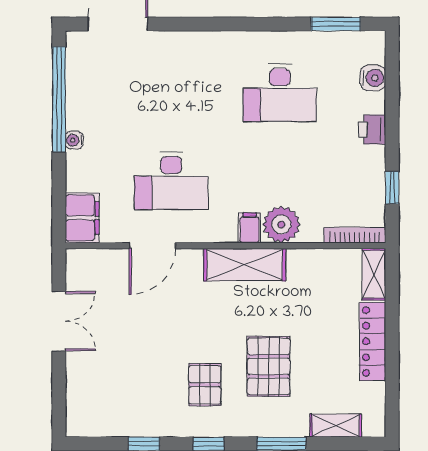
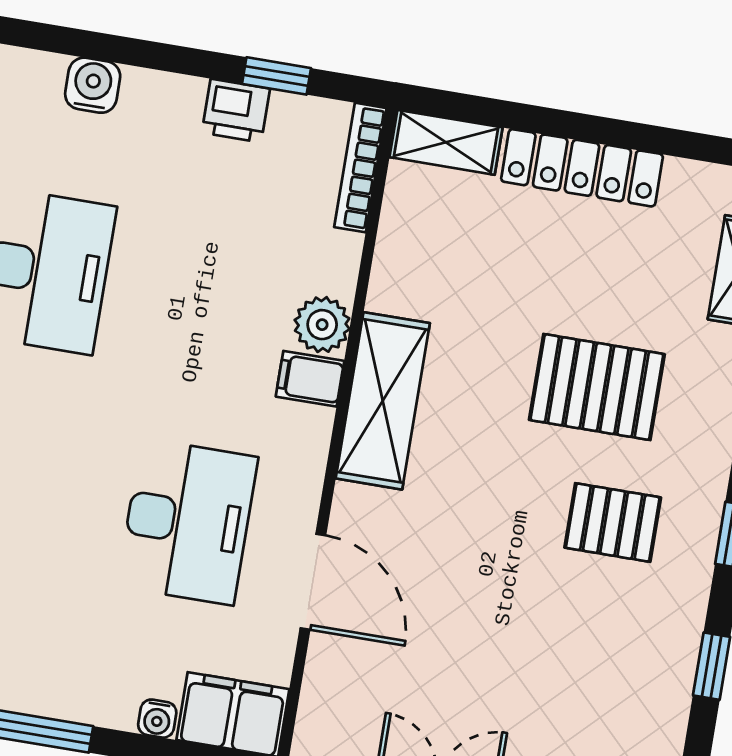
water cooler: (373, 78) -> (93, 85), moved
printer: (372, 130) -> (236, 111), moved
water cooler: (74, 140) -> (157, 719), moved
plant: (281, 225) -> (322, 325), width x0.73, depth x0.73

